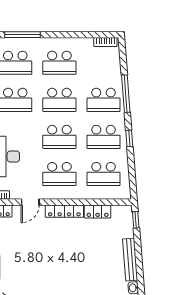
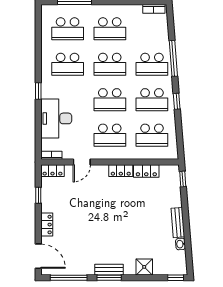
locker: (64, 211) -> (121, 171), width x0.66
bench: (130, 260) -> (178, 223), width x0.73

